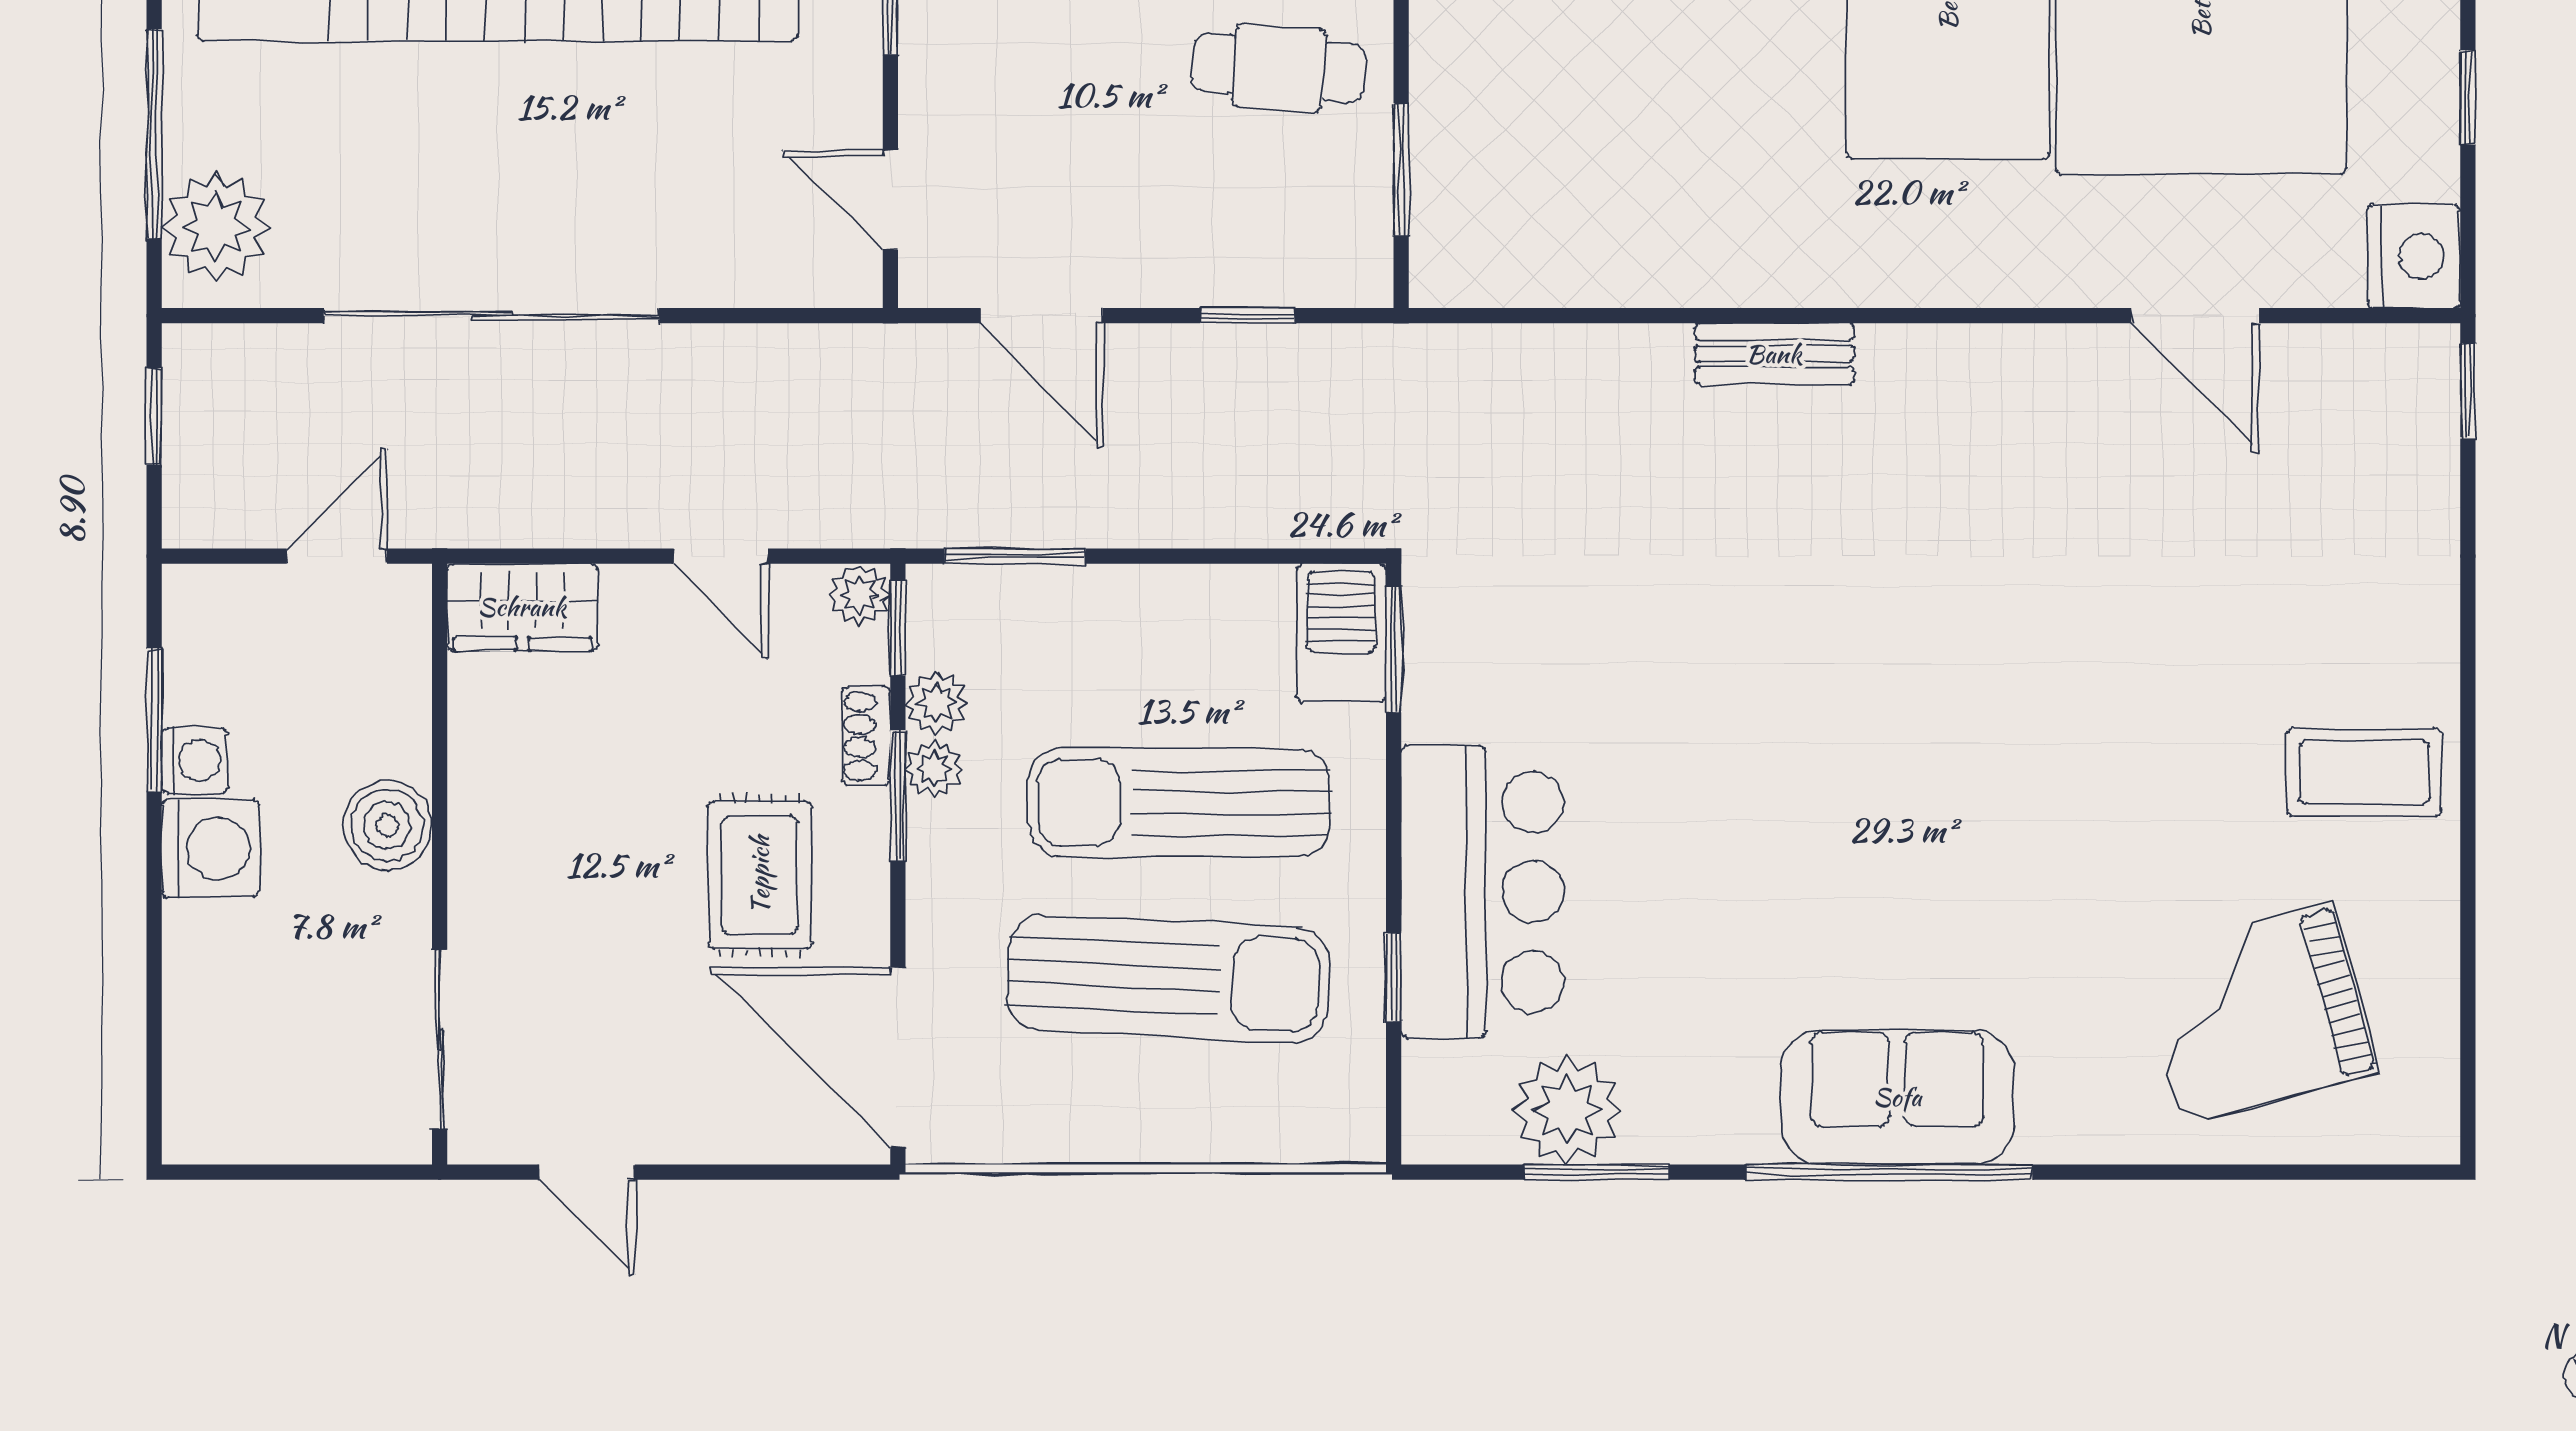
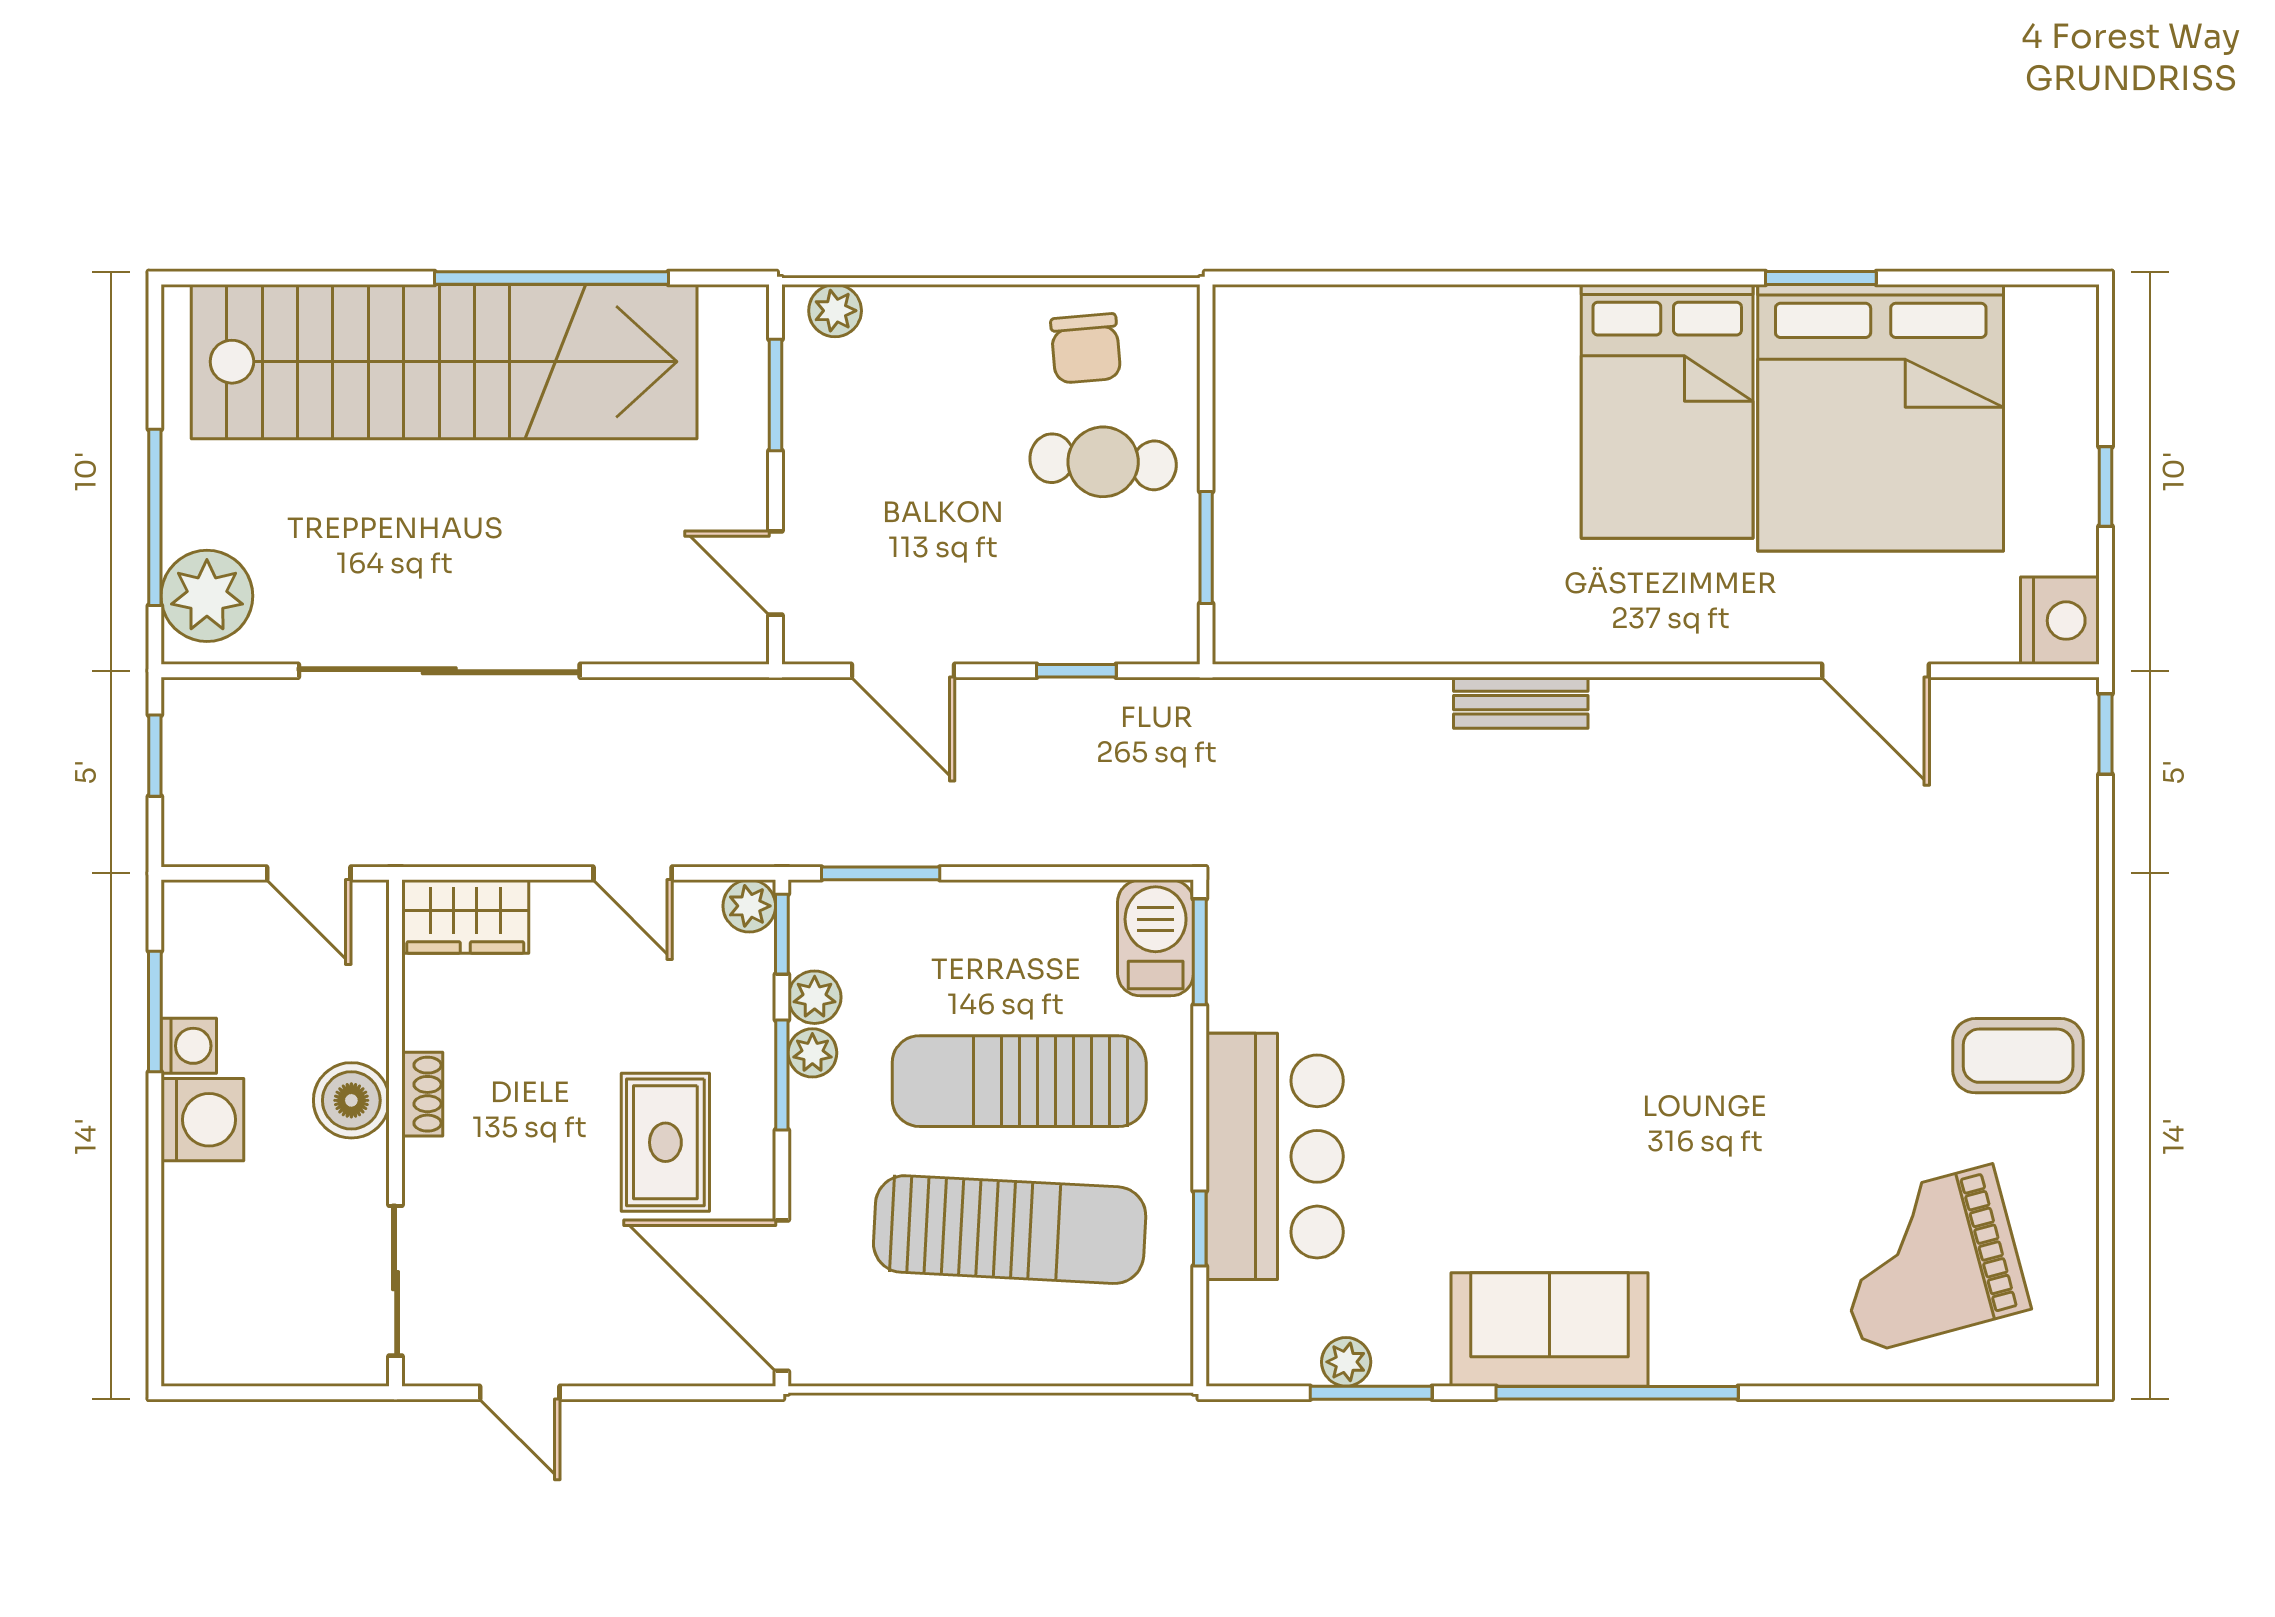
door: (337, 556) -> (309, 873), swing flipped
shoe rack: (866, 736) -> (422, 1094), moved, turned 180
sofa: (1897, 1097) -> (1550, 1329), moved
plant: (1567, 1110) -> (1346, 1362), width x0.53, depth x0.53

